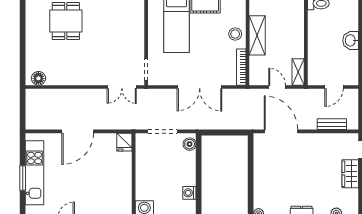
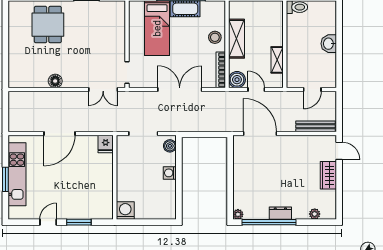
shelving: (298, 72) -> (277, 60), moved
boiler: (258, 77) -> (237, 80), added
floor lamp: (38, 78) -> (55, 81), moved
double door: (200, 87) -> (180, 90), swing flipped
bench: (332, 124) -> (315, 126), width x1.36
washing machine: (189, 193) -> (170, 173), moved

